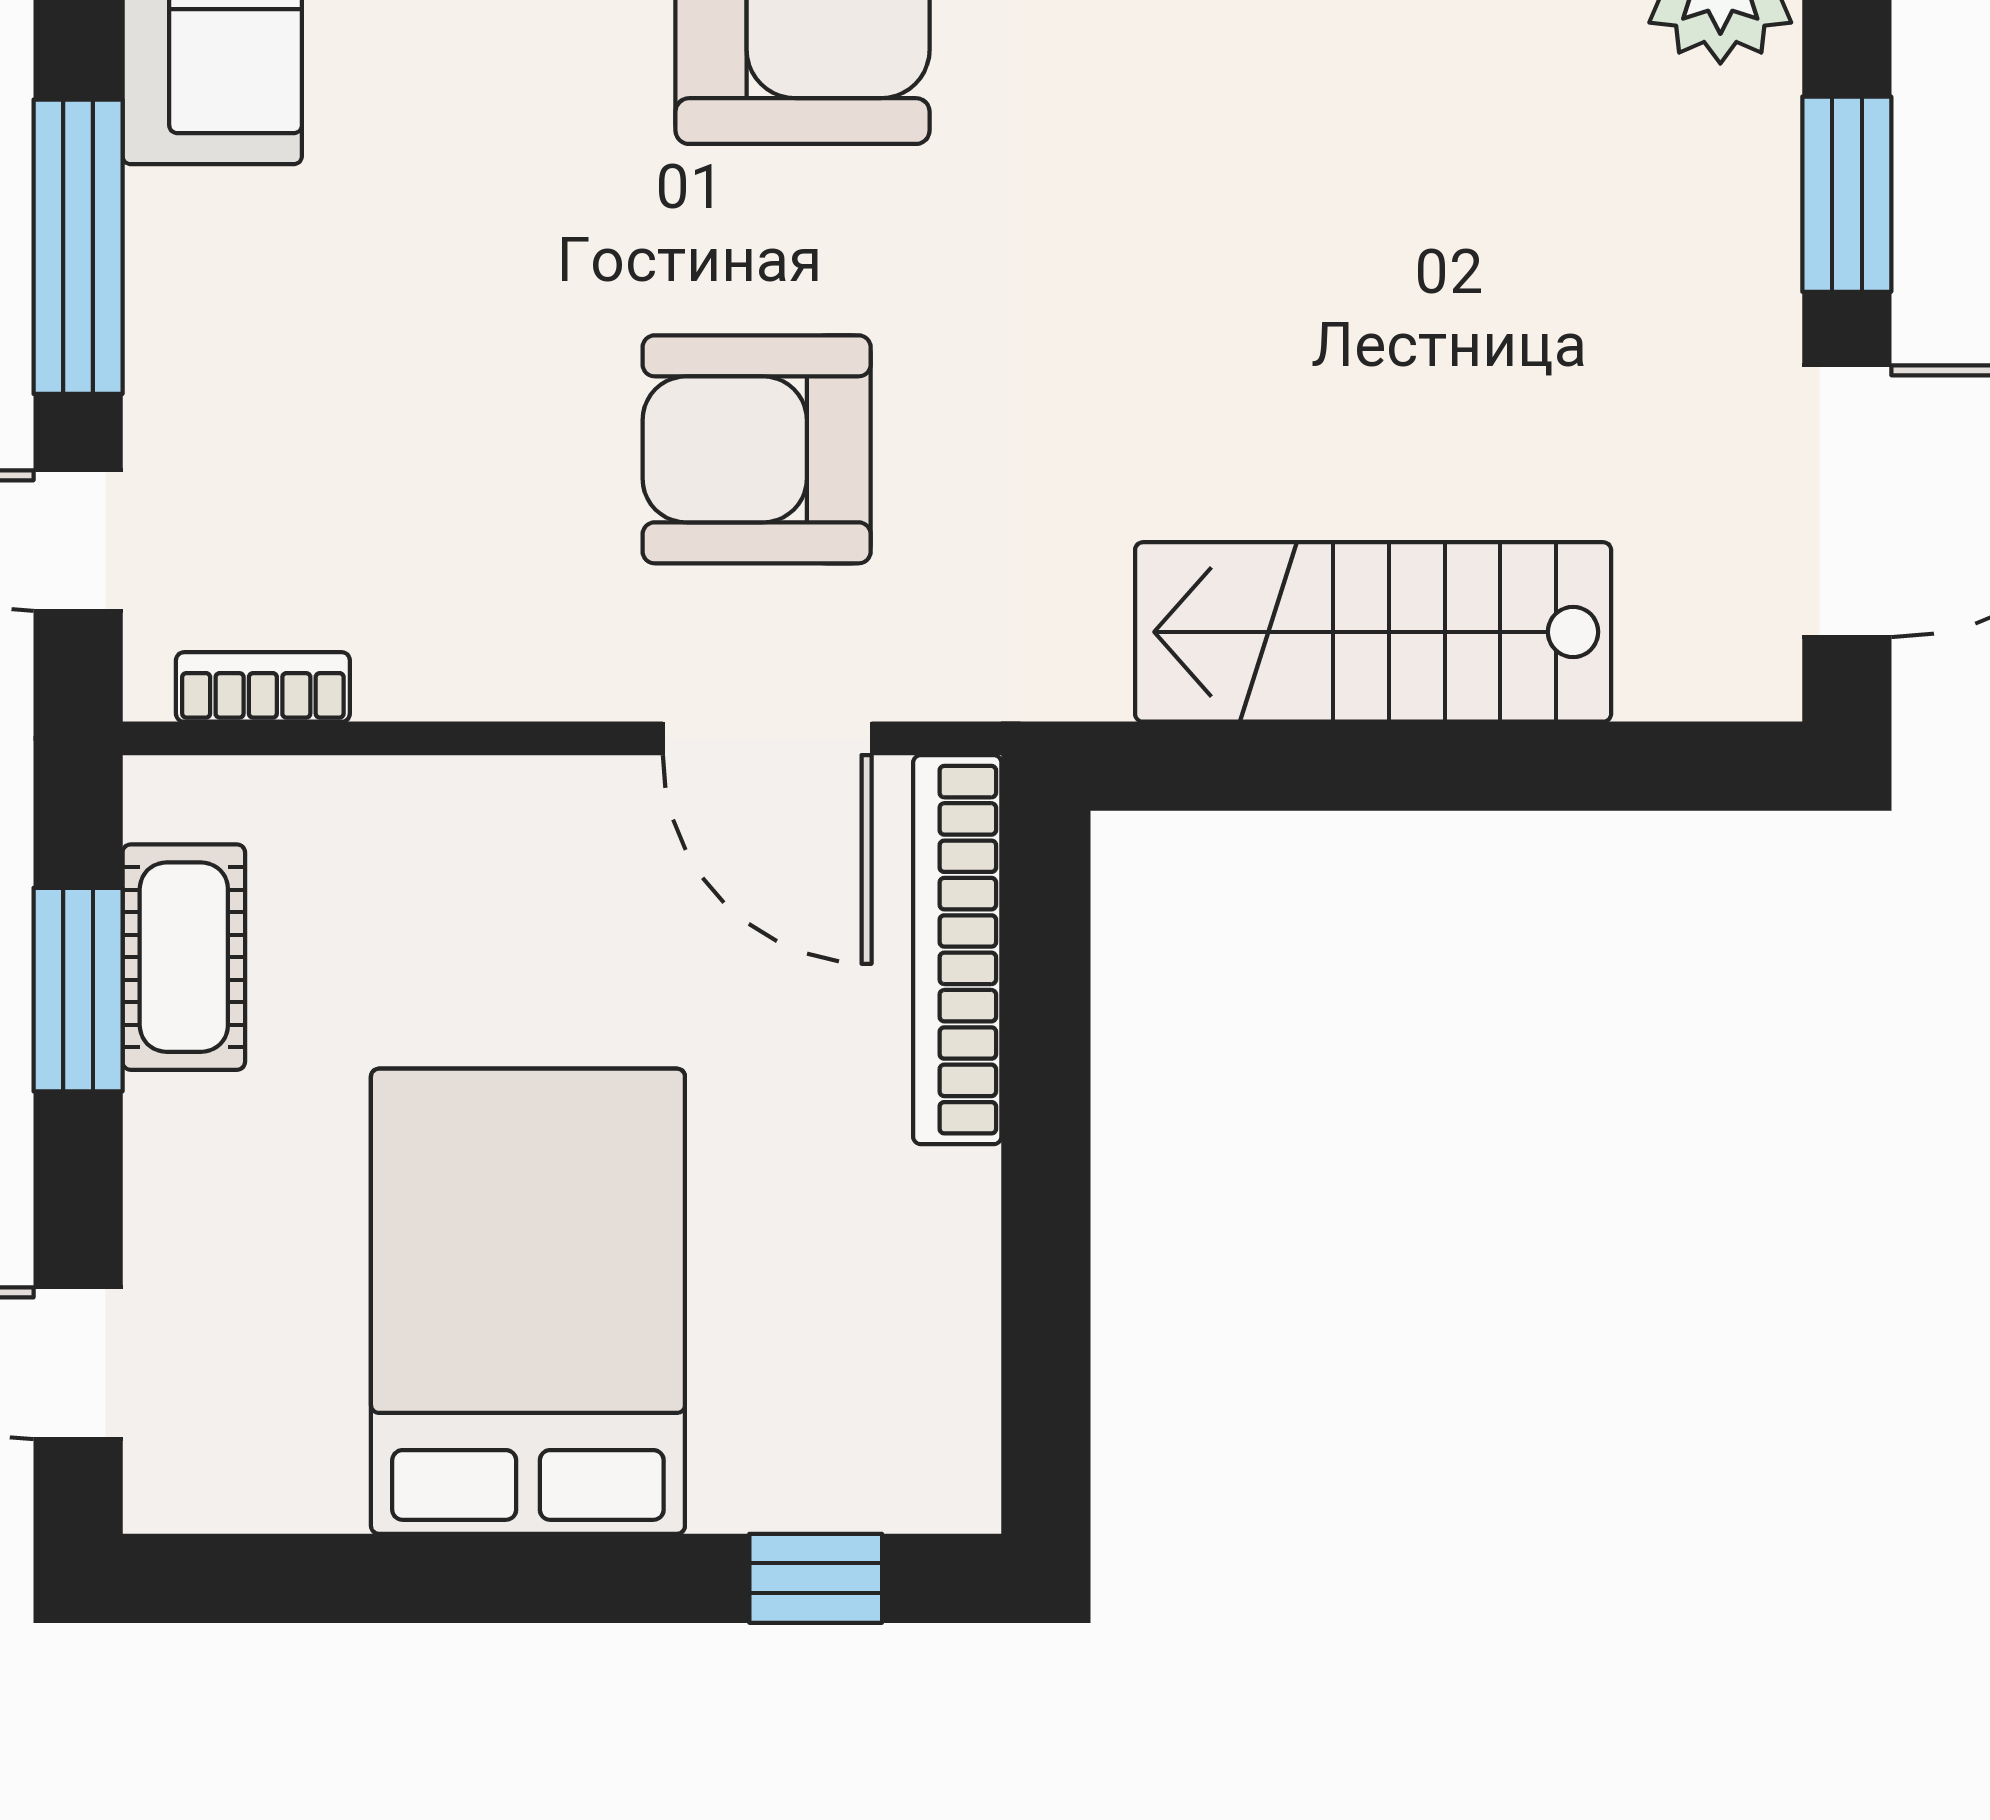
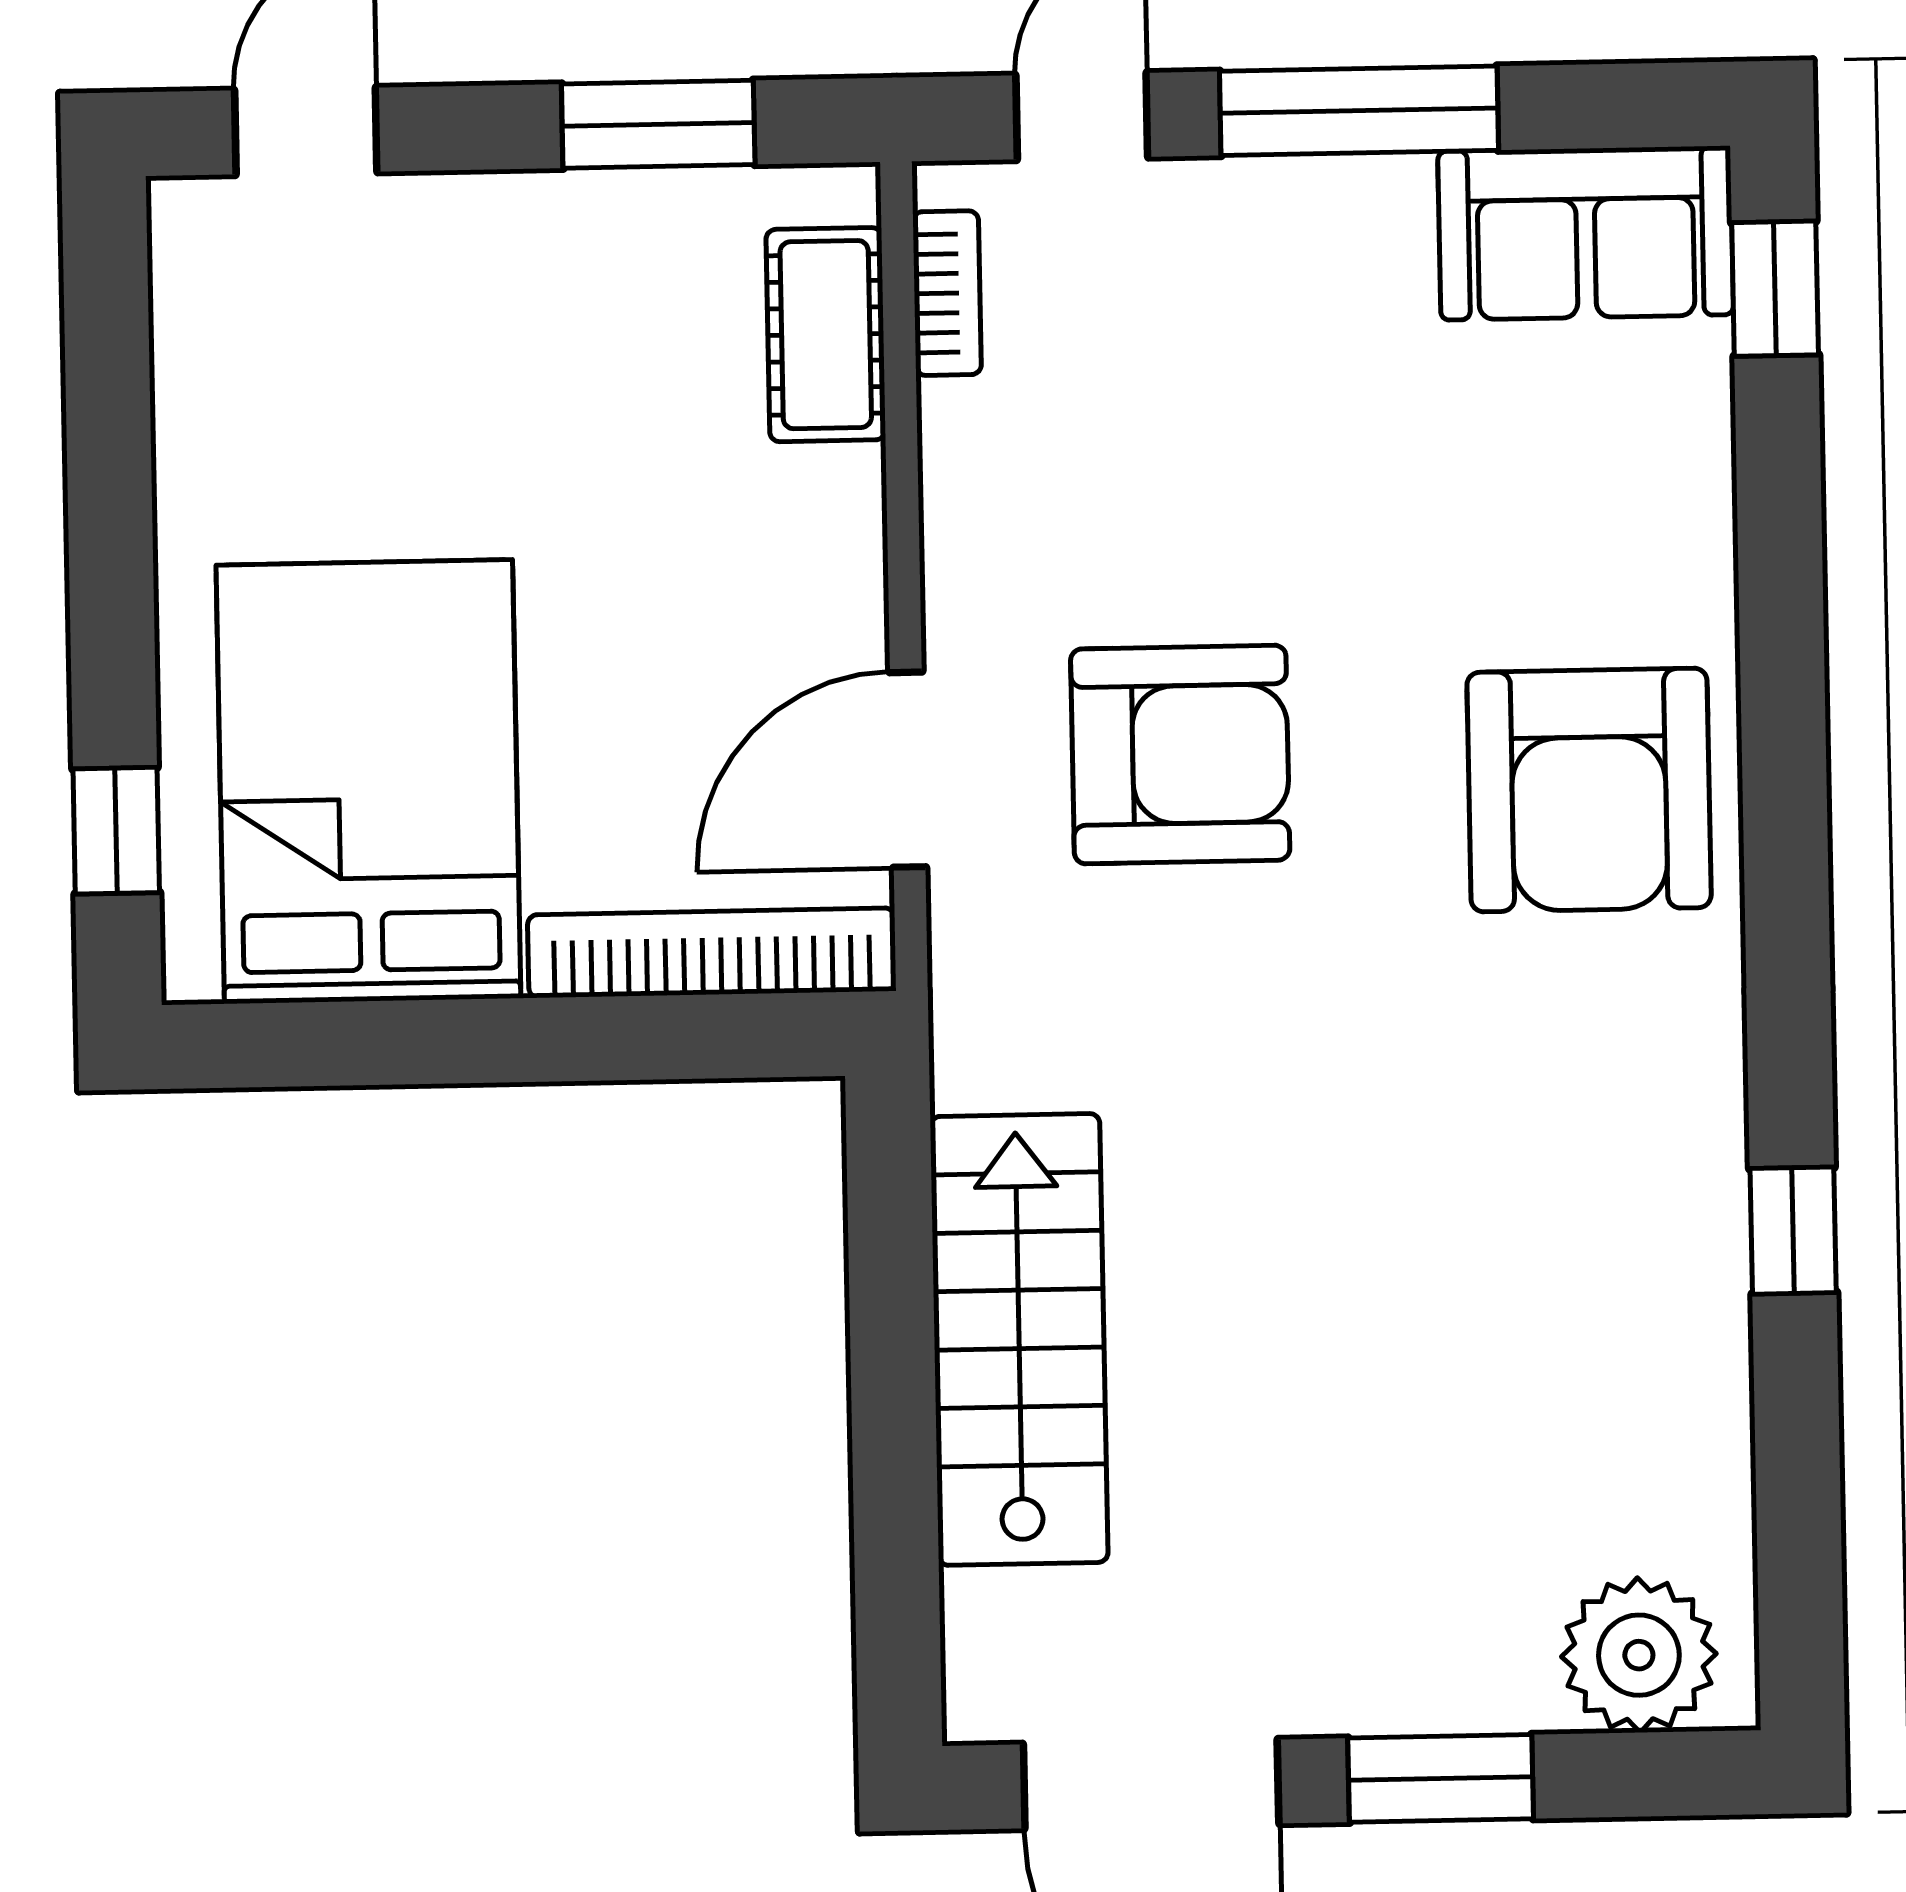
armchair: (757, 449) -> (1180, 755), turned 90
cot: (184, 957) -> (826, 335), moved, turned 90
bed: (528, 1301) -> (368, 782), moved, turned -90

